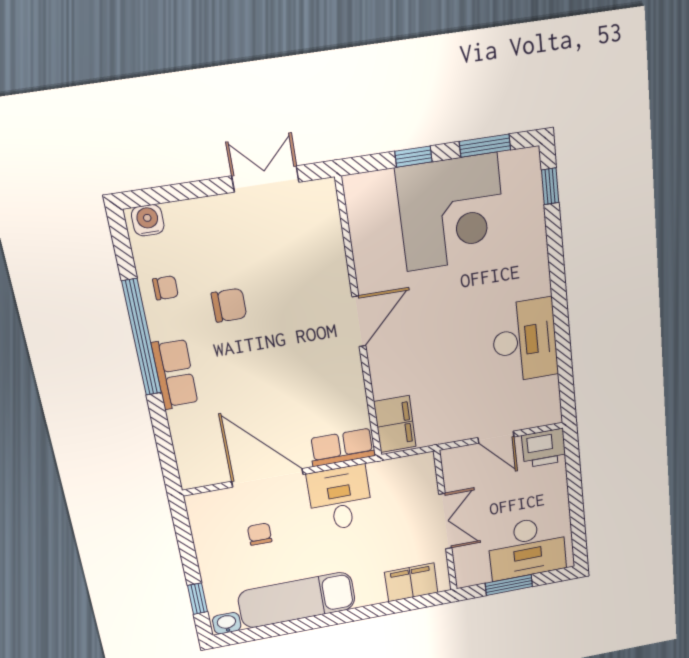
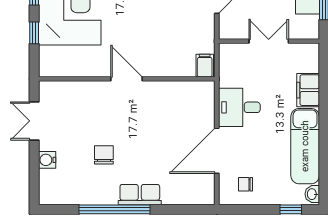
water cooler: (148, 220) -> (47, 160), moved
chair: (165, 288) -> (87, 190), removed
filing cabinet: (395, 424) -> (205, 66), width x0.50
row of seats: (342, 447) -> (205, 101), removed
chair: (260, 534) -> (245, 184), moved
filing cabinet: (411, 582) -> (308, 90), moved

